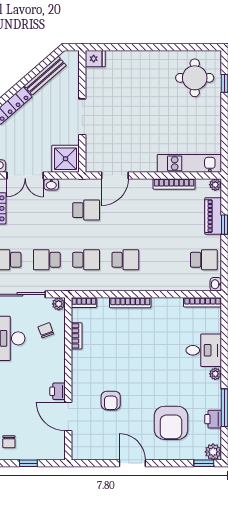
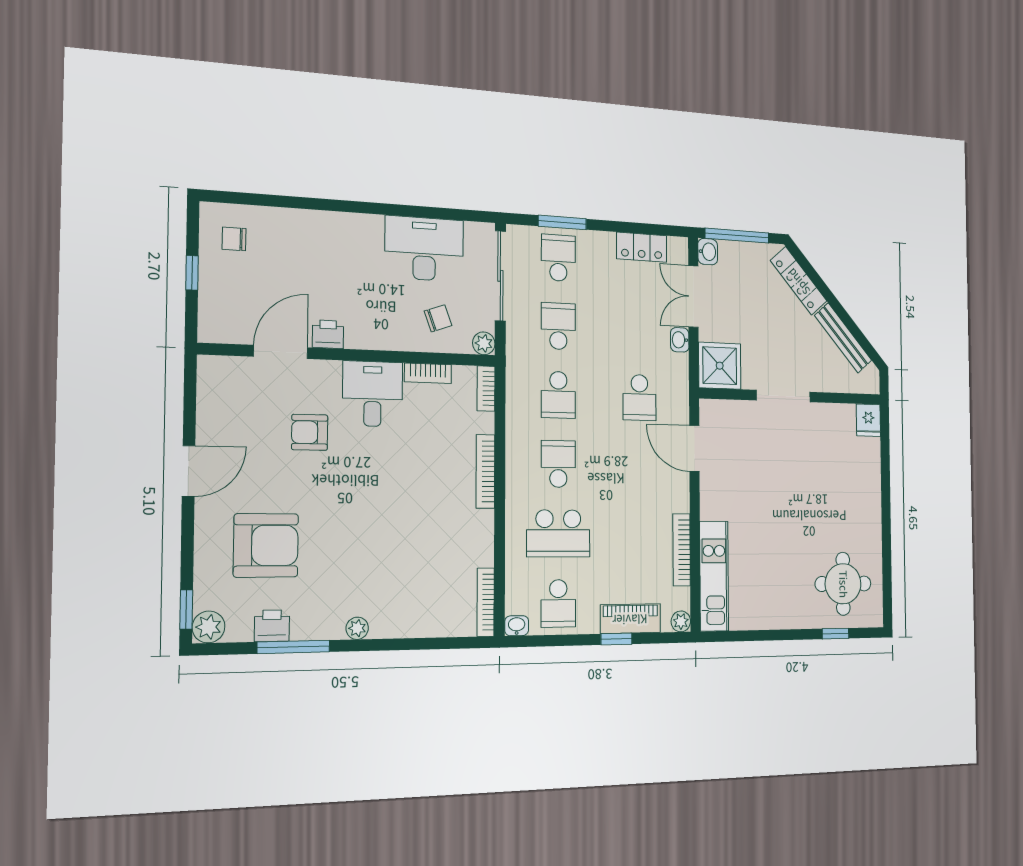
school desk: (125, 260) -> (558, 464), turned 180
school desk: (165, 260) -> (558, 533), added
desk: (204, 350) -> (373, 394), moved, turned 180
armchair: (171, 423) -> (266, 545), turned 180

